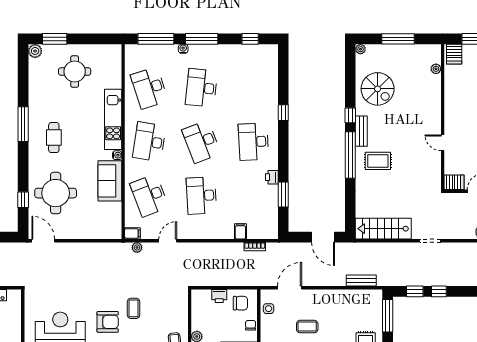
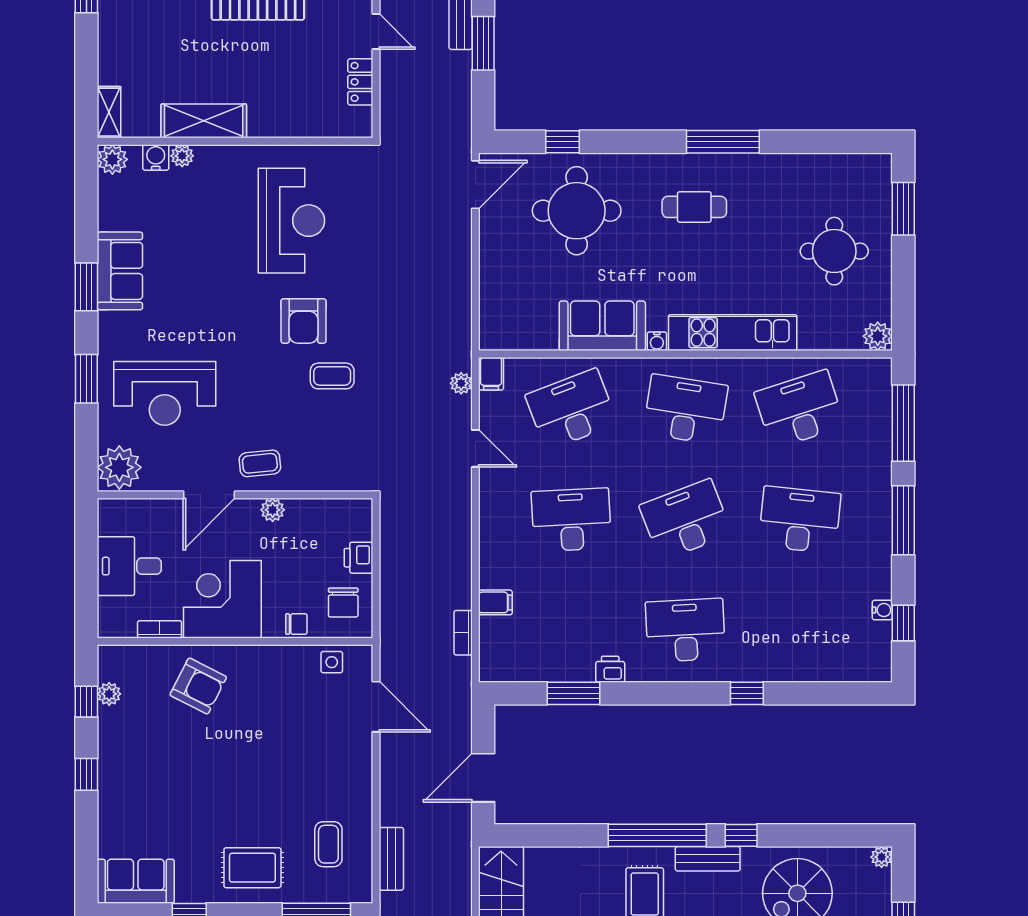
water cooler: (183, 49) -> (882, 610), moved
plant: (35, 51) -> (878, 336), moved
coffee table: (307, 327) -> (328, 844), moved

